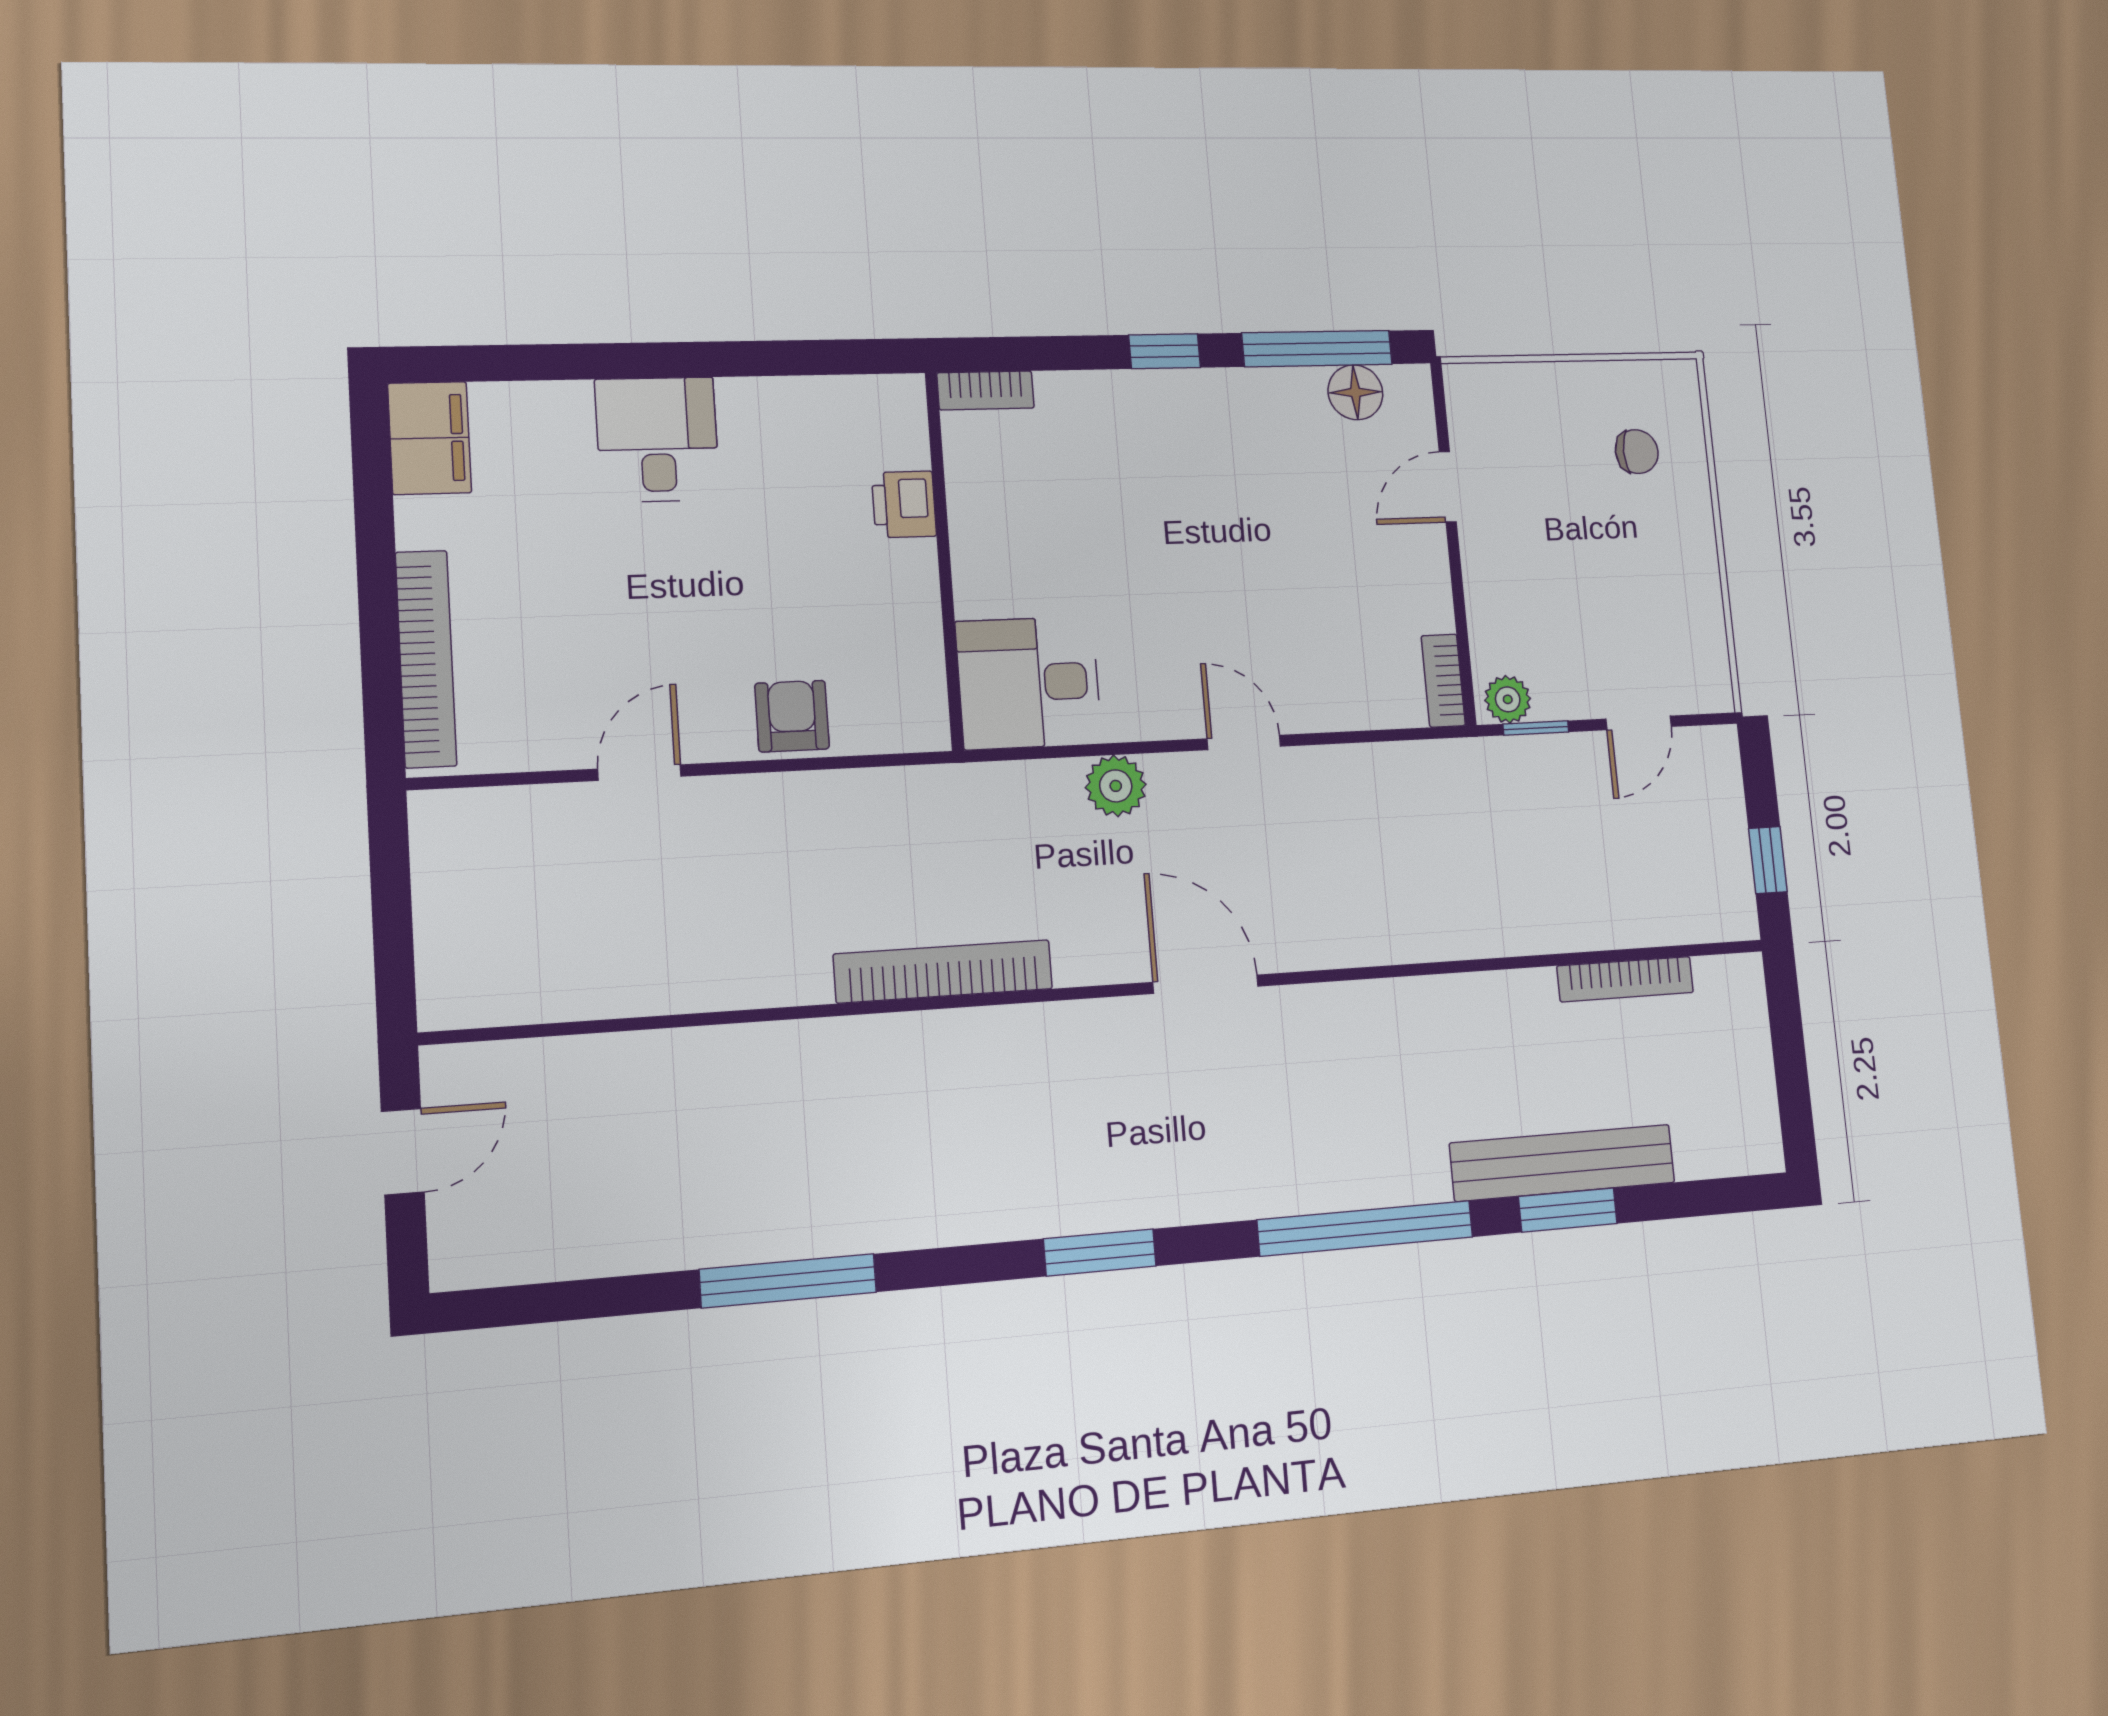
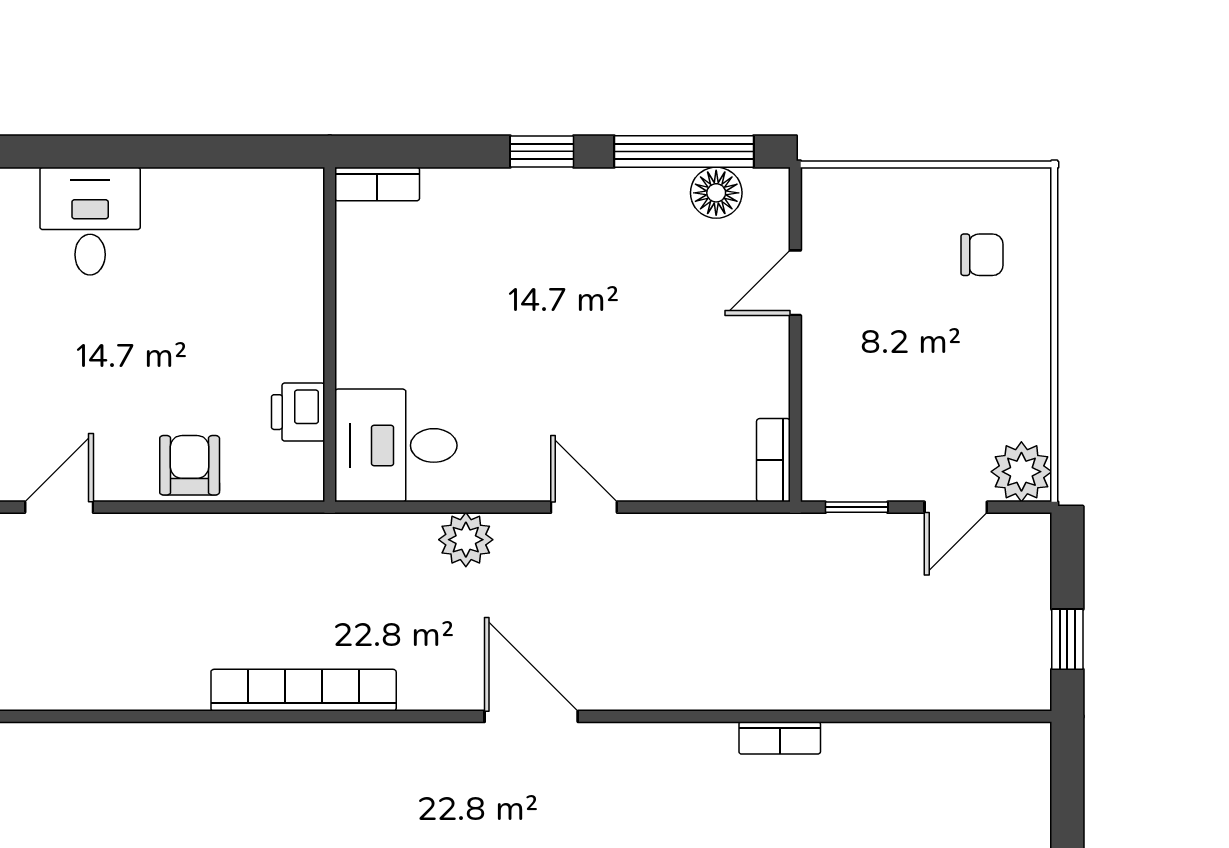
printer: (904, 504) -> (298, 412), moved
plant: (1508, 699) -> (1021, 472), moved, width x1.38, depth x1.38
bookcase: (1625, 979) -> (780, 738), moved, width x0.64

